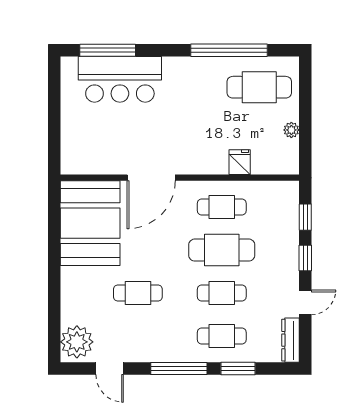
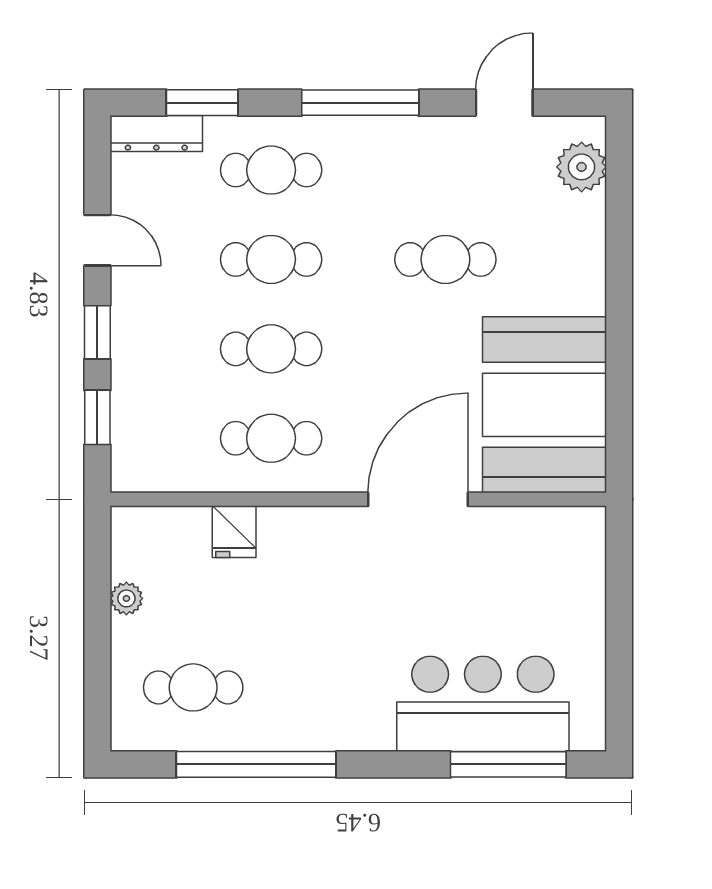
cafe table: (259, 87) -> (193, 687), width x0.73, depth x0.74
cafe table: (222, 250) -> (271, 349), width x0.73, depth x0.74
door: (305, 302) -> (97, 240), swing flipped
dresser: (290, 340) -> (156, 133), moved, turned 90
plant: (77, 342) -> (582, 167), width x0.73, depth x0.73
door: (110, 368) -> (504, 103), hinge flipped
window: (238, 368) -> (202, 103), moved

